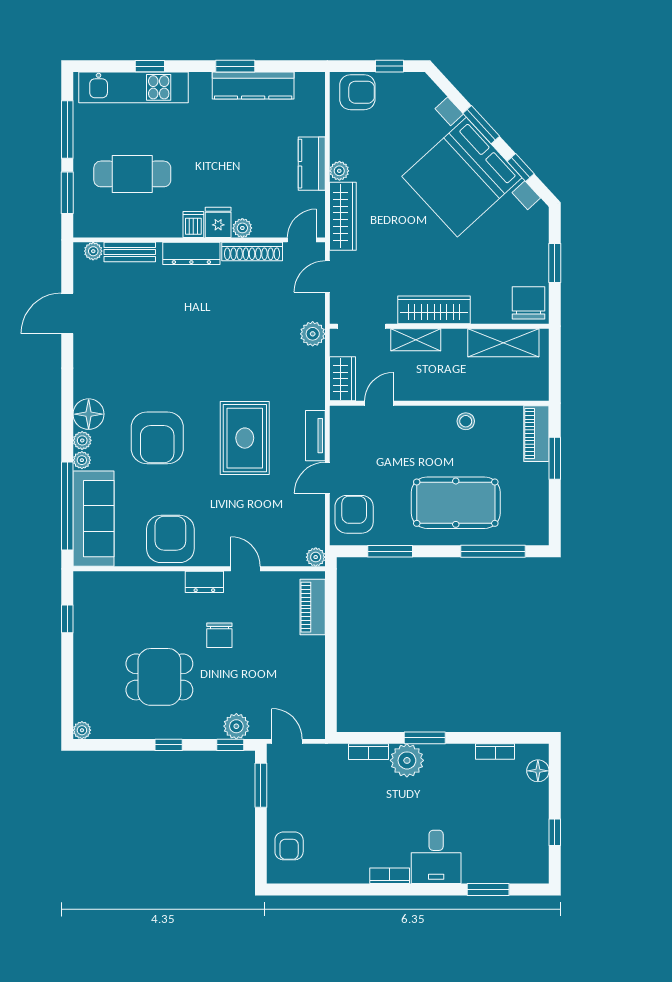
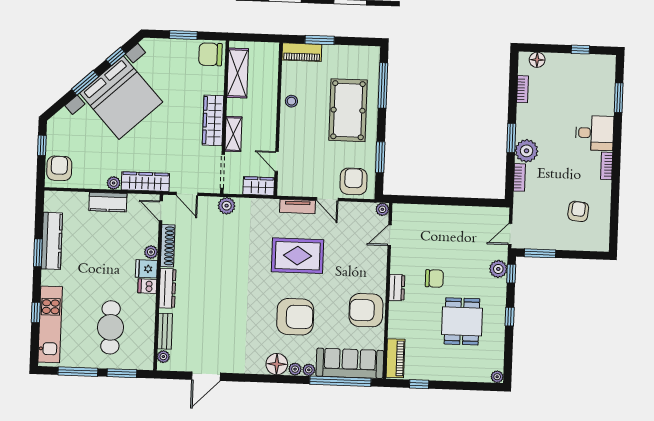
door: (67, 313) -> (206, 376), hinge flipped
armchair: (354, 514) -> (353, 181), turned 90
door: (245, 569) -> (390, 235), moved
piano: (313, 607) -> (395, 358), moved, turned -90
armchair: (289, 846) -> (578, 211), moved, turned -84

